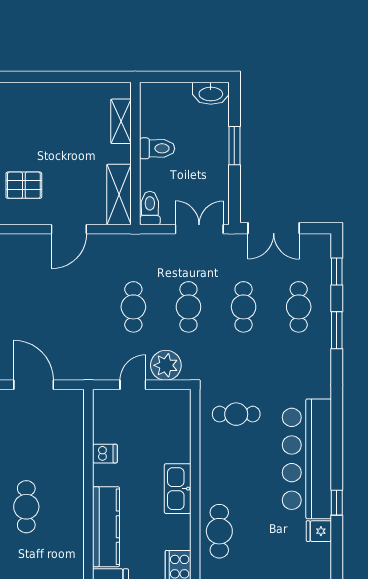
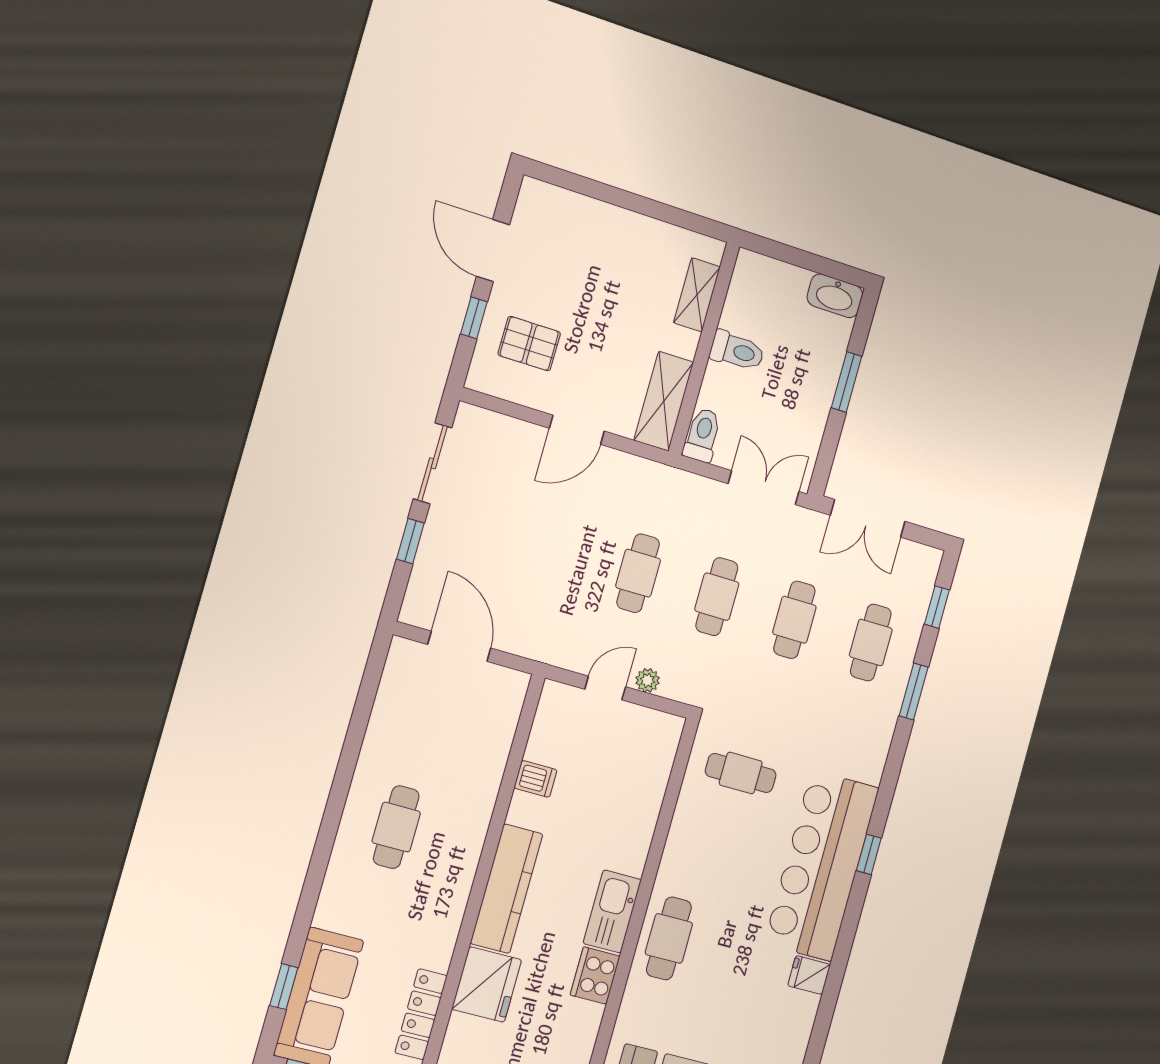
plant: (166, 365) -> (648, 680), width x0.53, depth x0.53
kitchen sink: (178, 489) -> (612, 911), moved
window: (337, 503) -> (869, 854), moved

